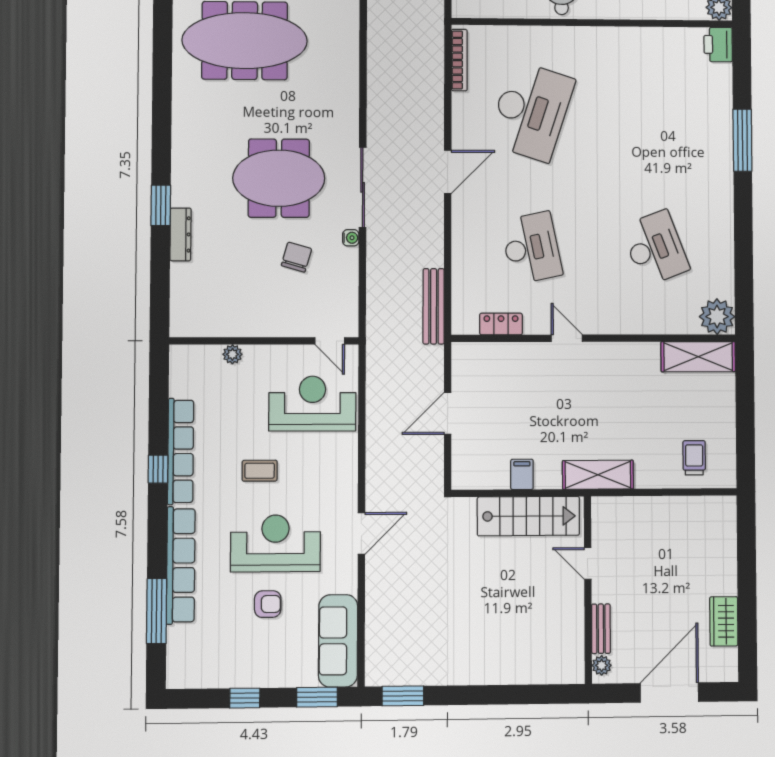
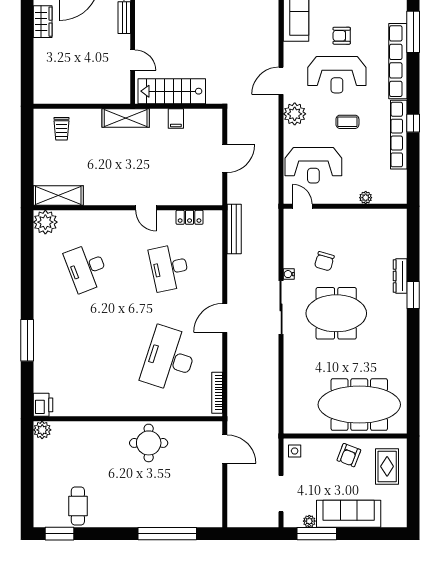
plant: (341, 482) -> (295, 114), added

